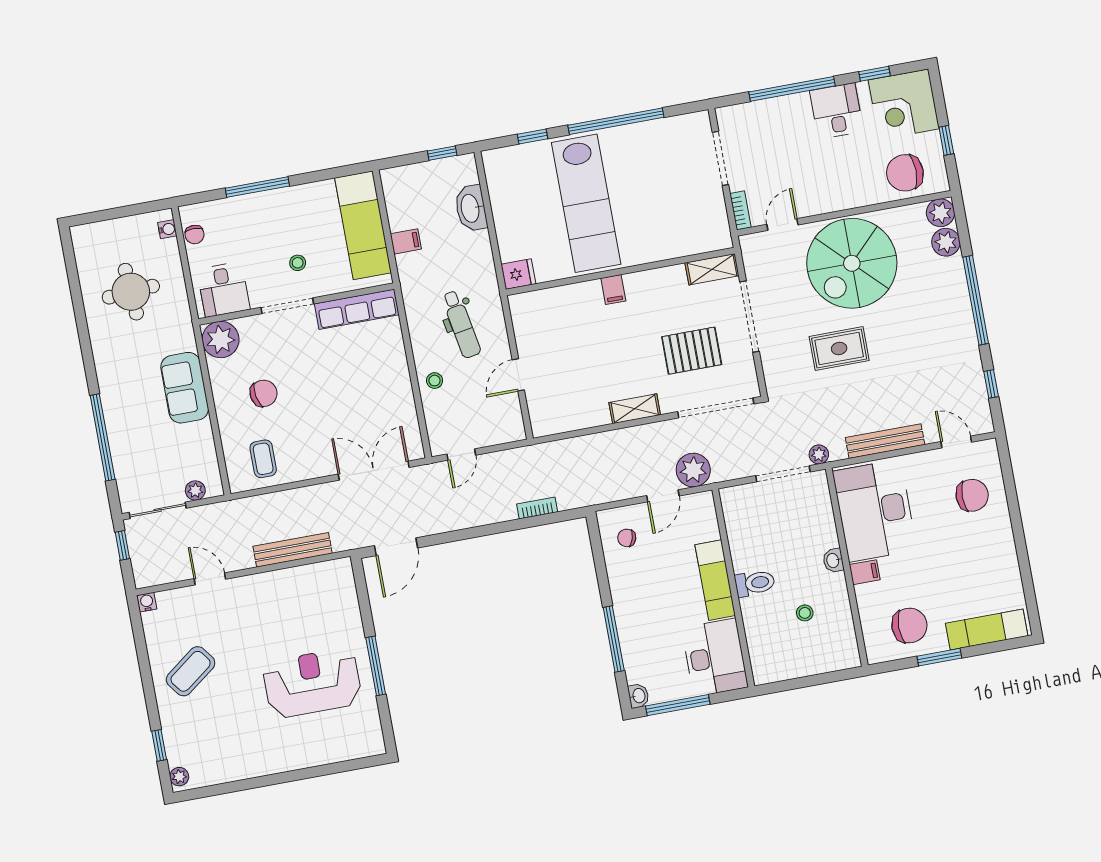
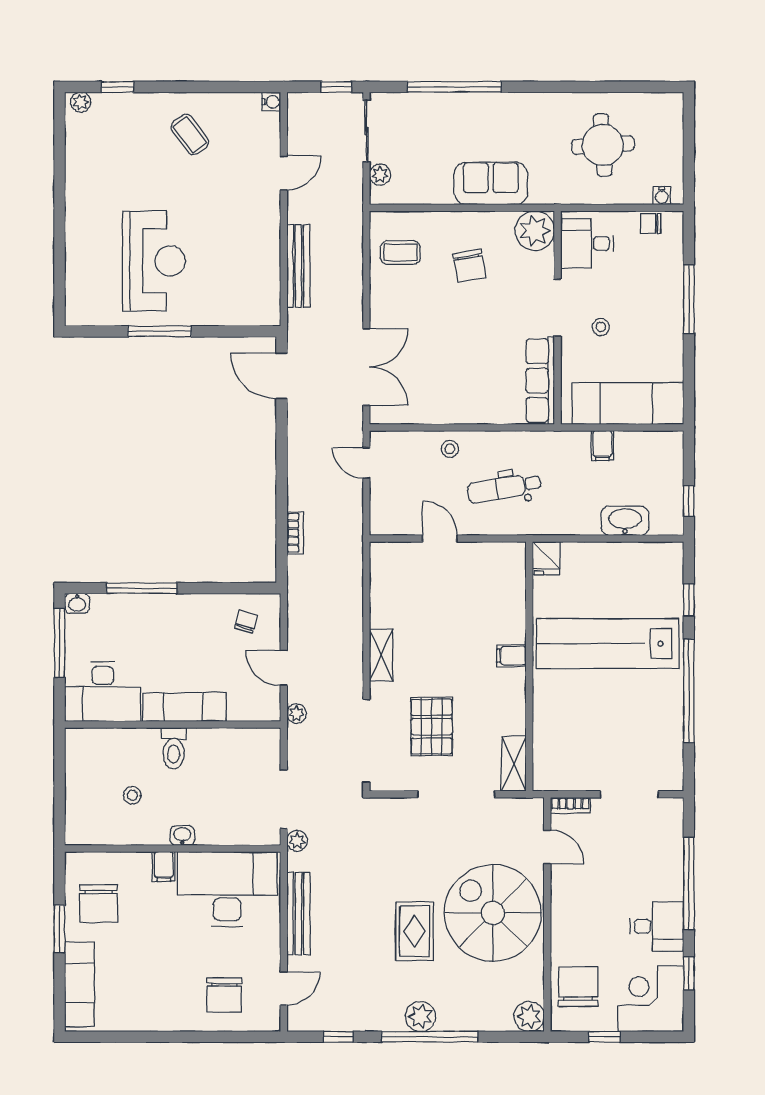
plant: (946, 242) -> (420, 1016), moved
rug: (839, 349) -> (415, 931), moved
plant: (693, 470) -> (297, 714), width x0.53, depth x0.53
coffee table: (191, 671) -> (190, 135), width x0.73, depth x0.77

